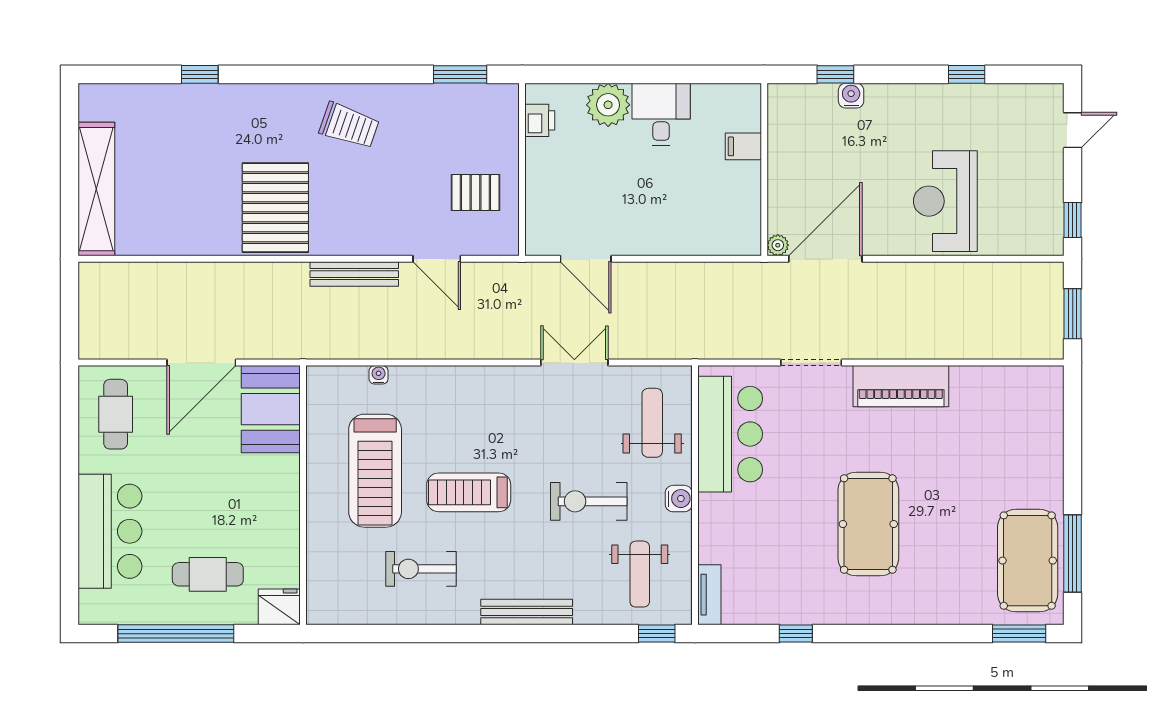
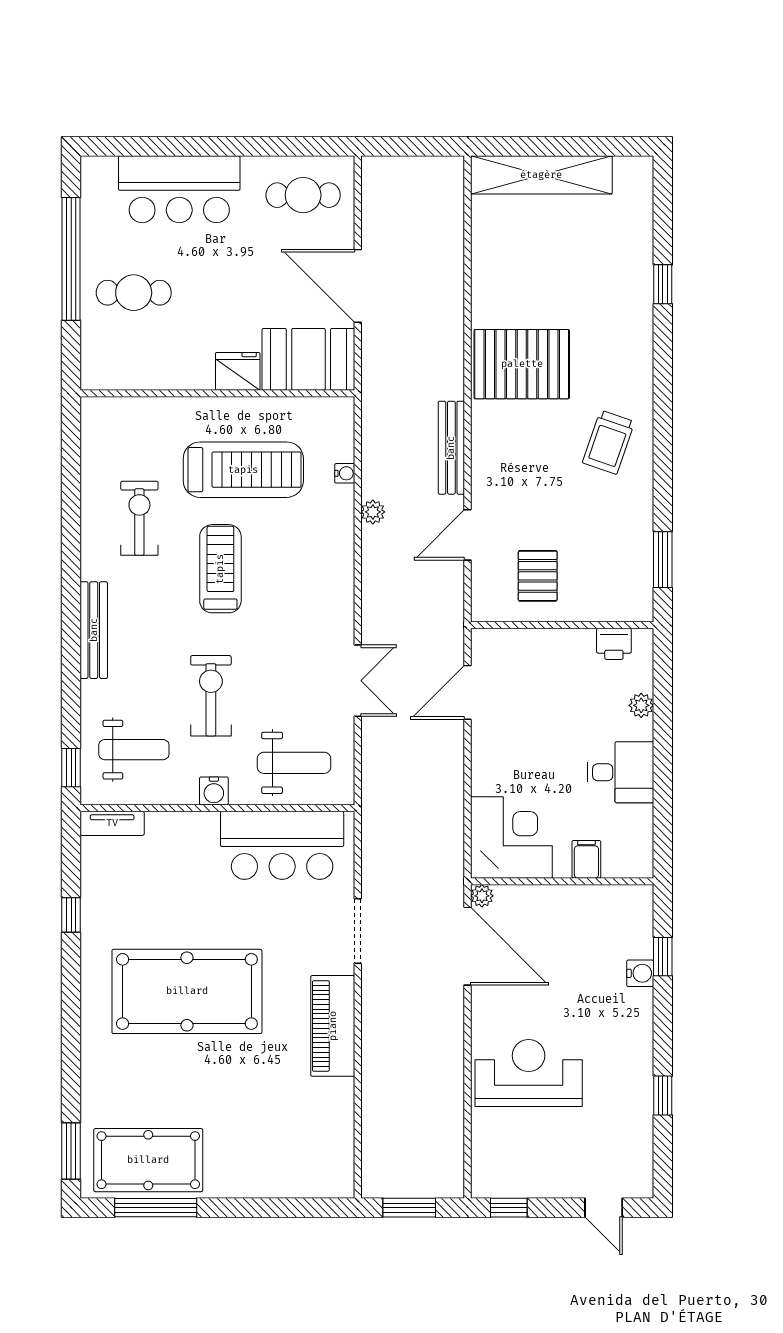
plant: (608, 105) -> (641, 705), width x0.53, depth x0.53
corner desk: (723, 217) -> (511, 838), added
plant: (415, 348) -> (373, 512), added
treadmill: (375, 471) -> (243, 470), turned 180
pool table: (868, 524) -> (187, 991), width x1.36, depth x1.32
cafe table: (208, 574) -> (134, 293), turned 90
weight bench: (640, 574) -> (134, 750), turned 180
fridge: (279, 607) -> (238, 371), moved, turned -90

